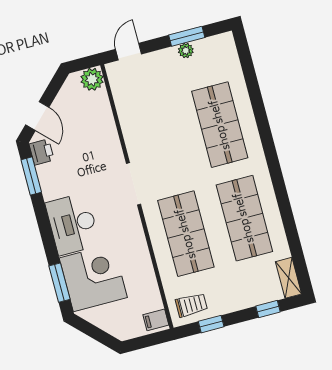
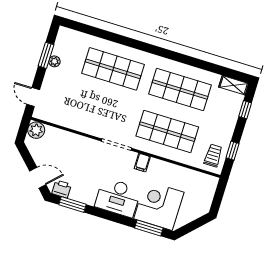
filing cabinet: (156, 320) -> (142, 163), moved

